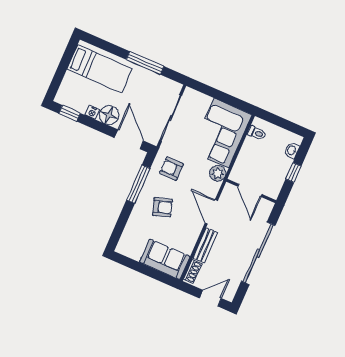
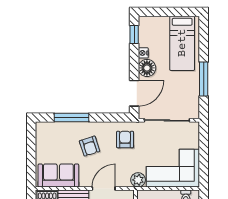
window: (138, 184) -> (71, 118), moved
sofa: (165, 259) -> (58, 175), moved, turned -90

